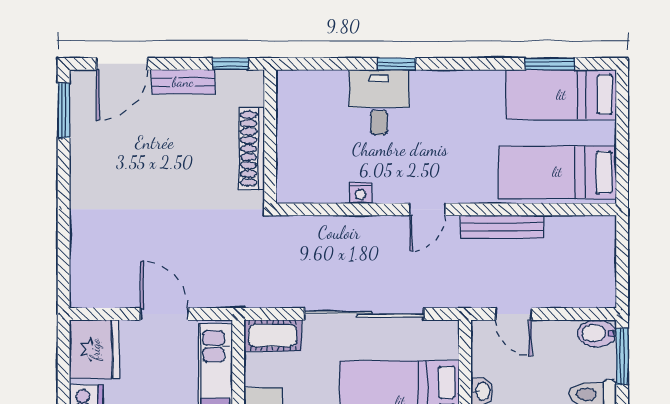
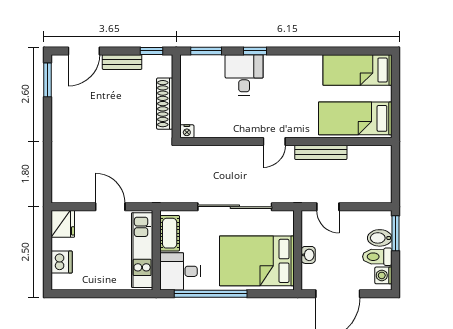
window: (550, 64) -> (206, 51), moved
nightstand: (361, 193) -> (187, 131), moved
bidet: (597, 333) -> (380, 238), moved
cot: (273, 335) -> (170, 233), moved, turned 90
fridge: (95, 349) -> (63, 224), width x0.73, depth x0.75

